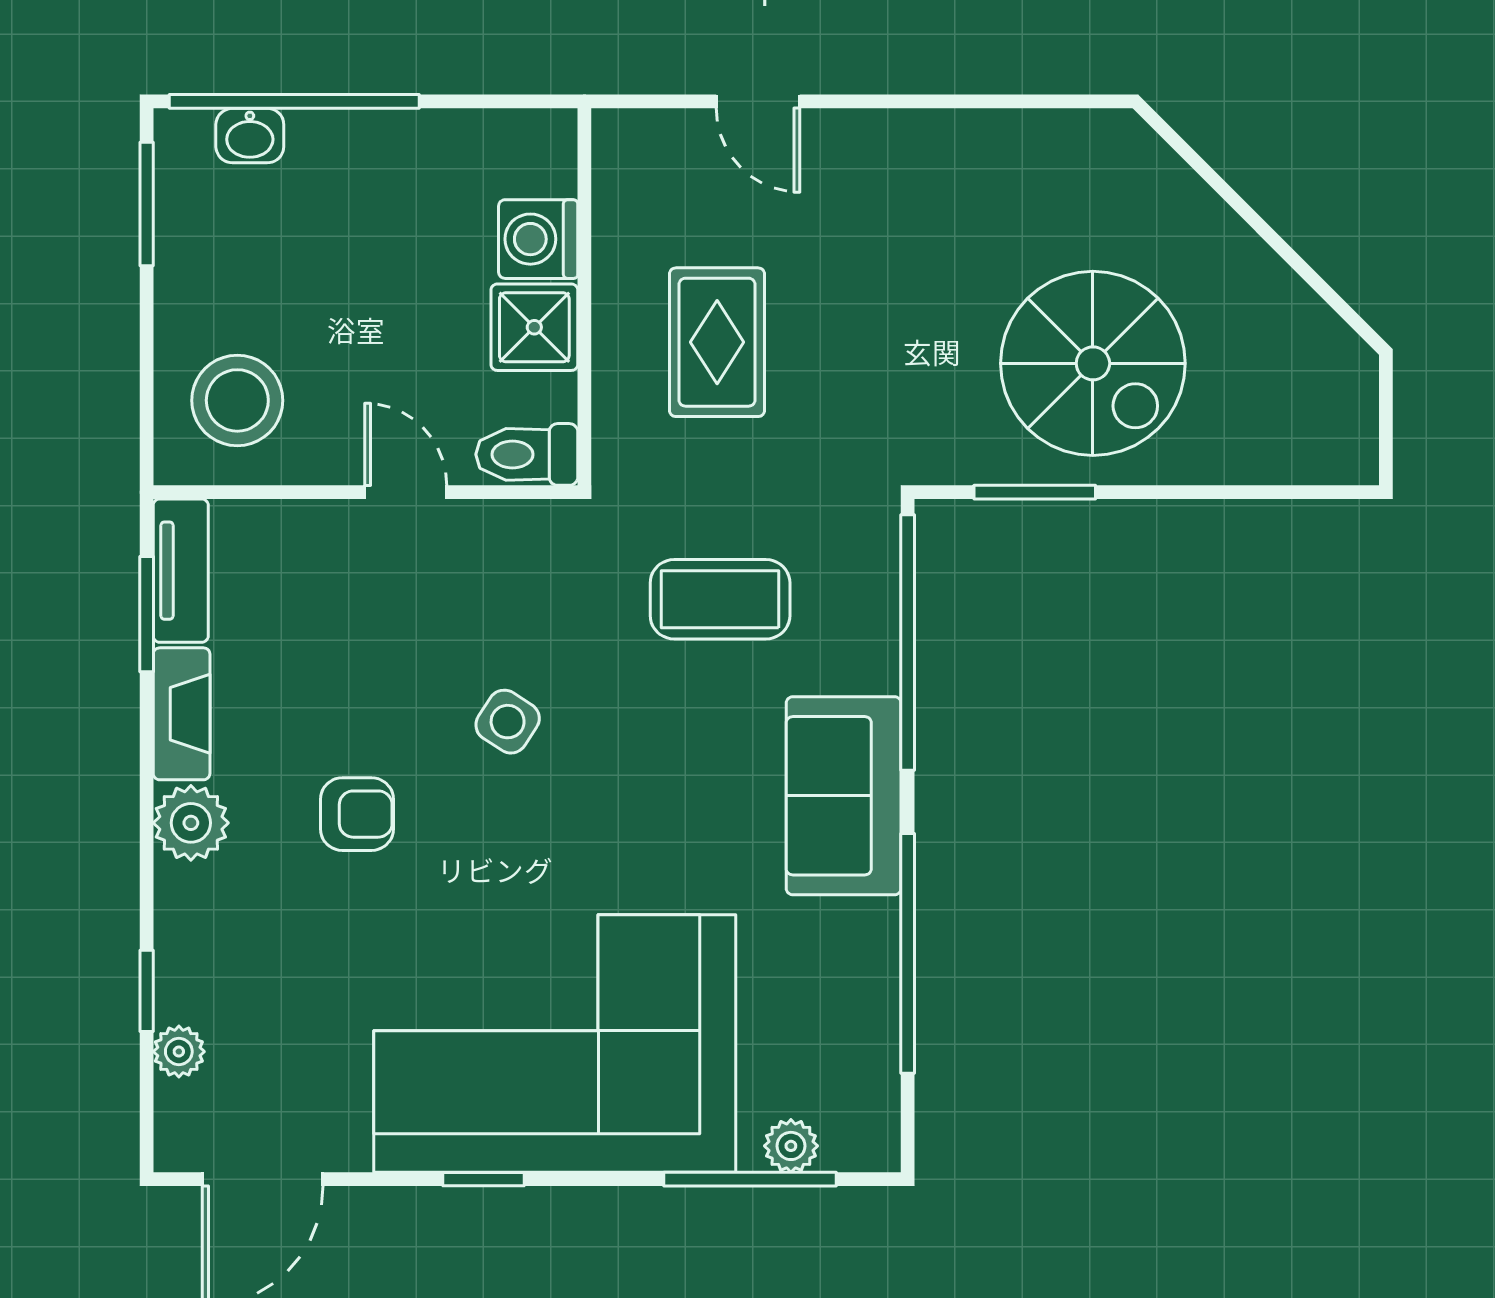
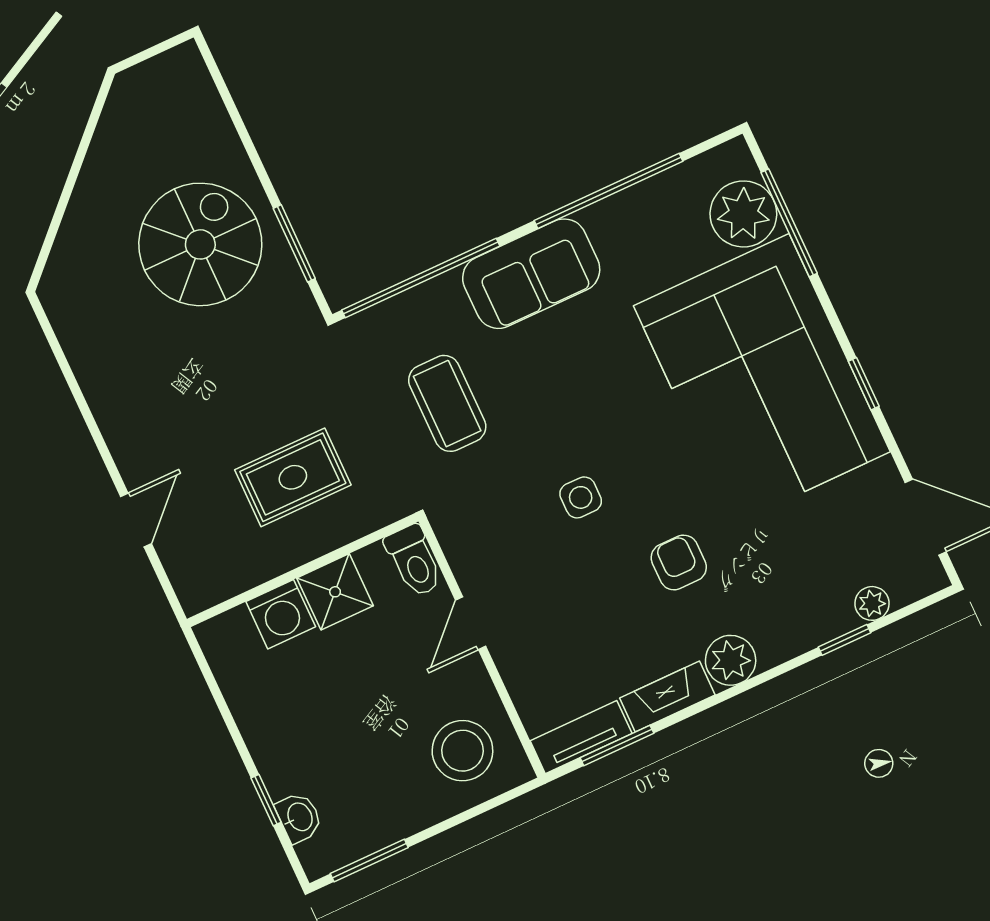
window: (294, 101) -> (266, 800), width x0.32
side table: (508, 722) -> (581, 497), turned -33
plant: (791, 1146) -> (743, 214), width x1.88, depth x1.88

